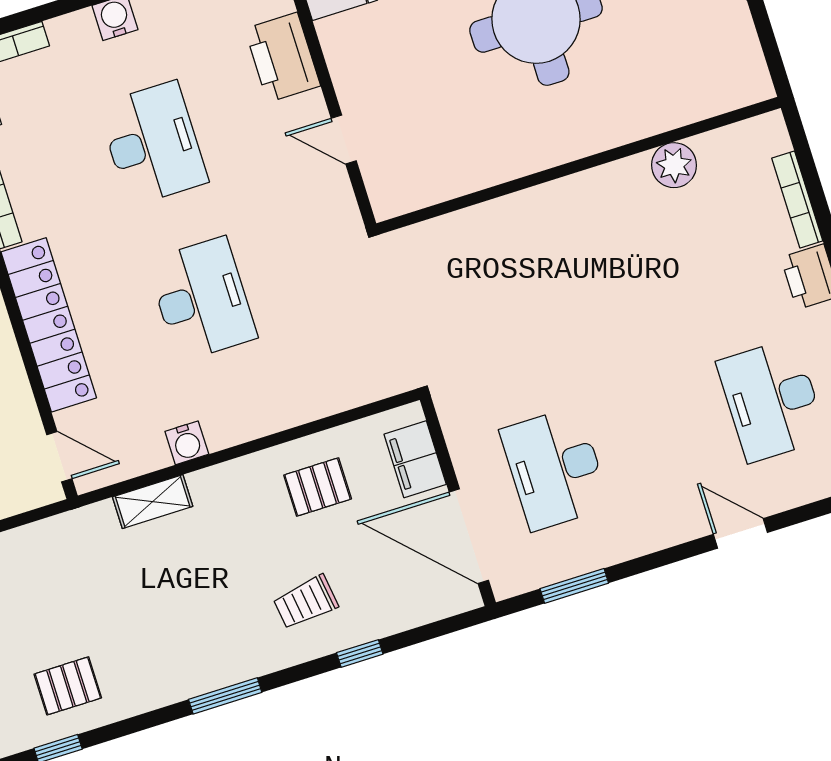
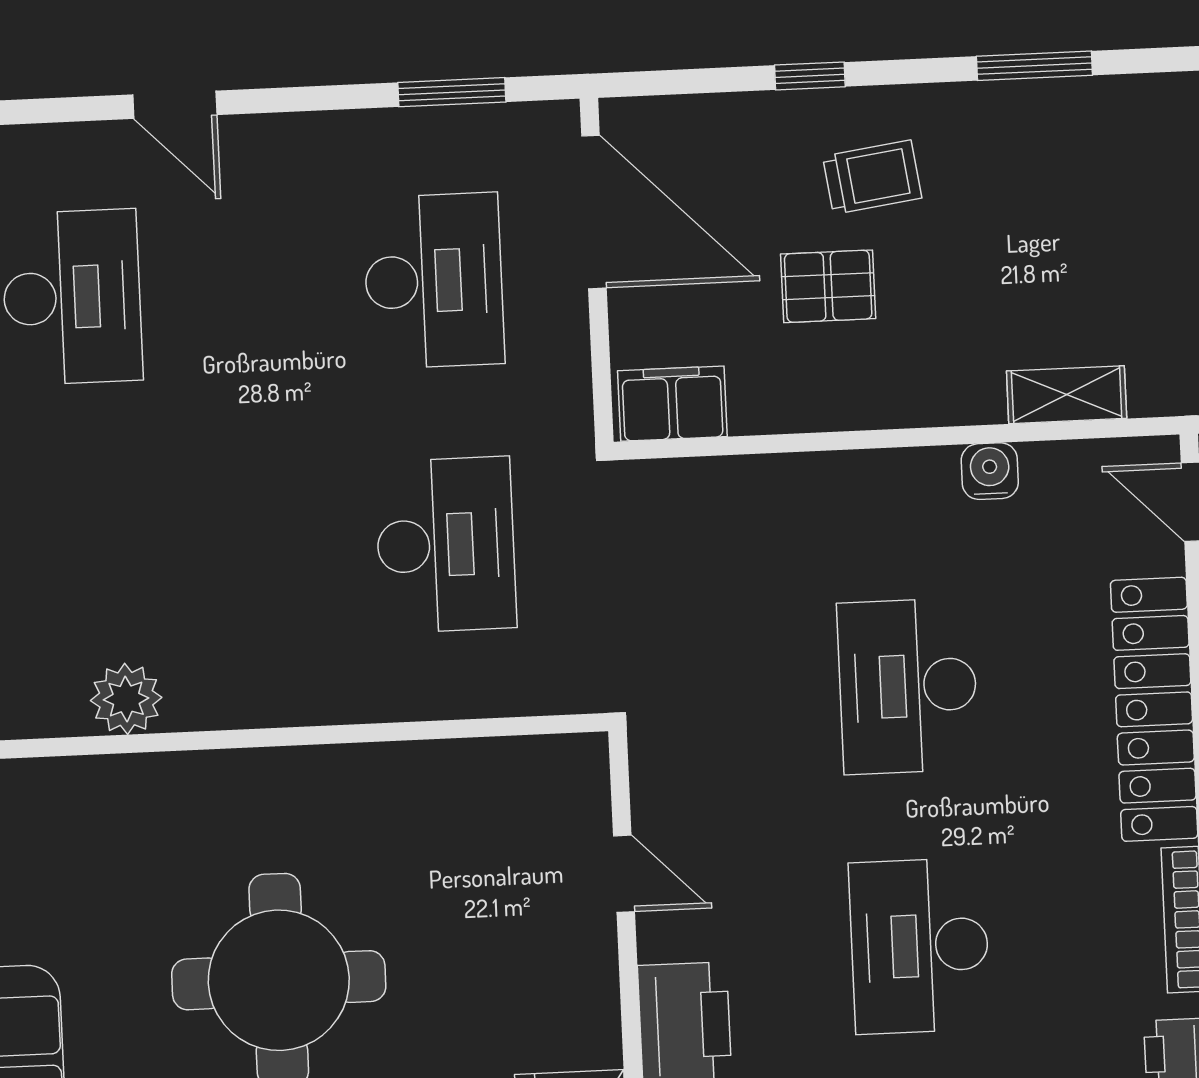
desk: (505, 310) -> (446, 545), added
filing cabinet: (415, 459) -> (672, 404), moved, turned -90
pallet: (318, 487) -> (828, 286), moved

